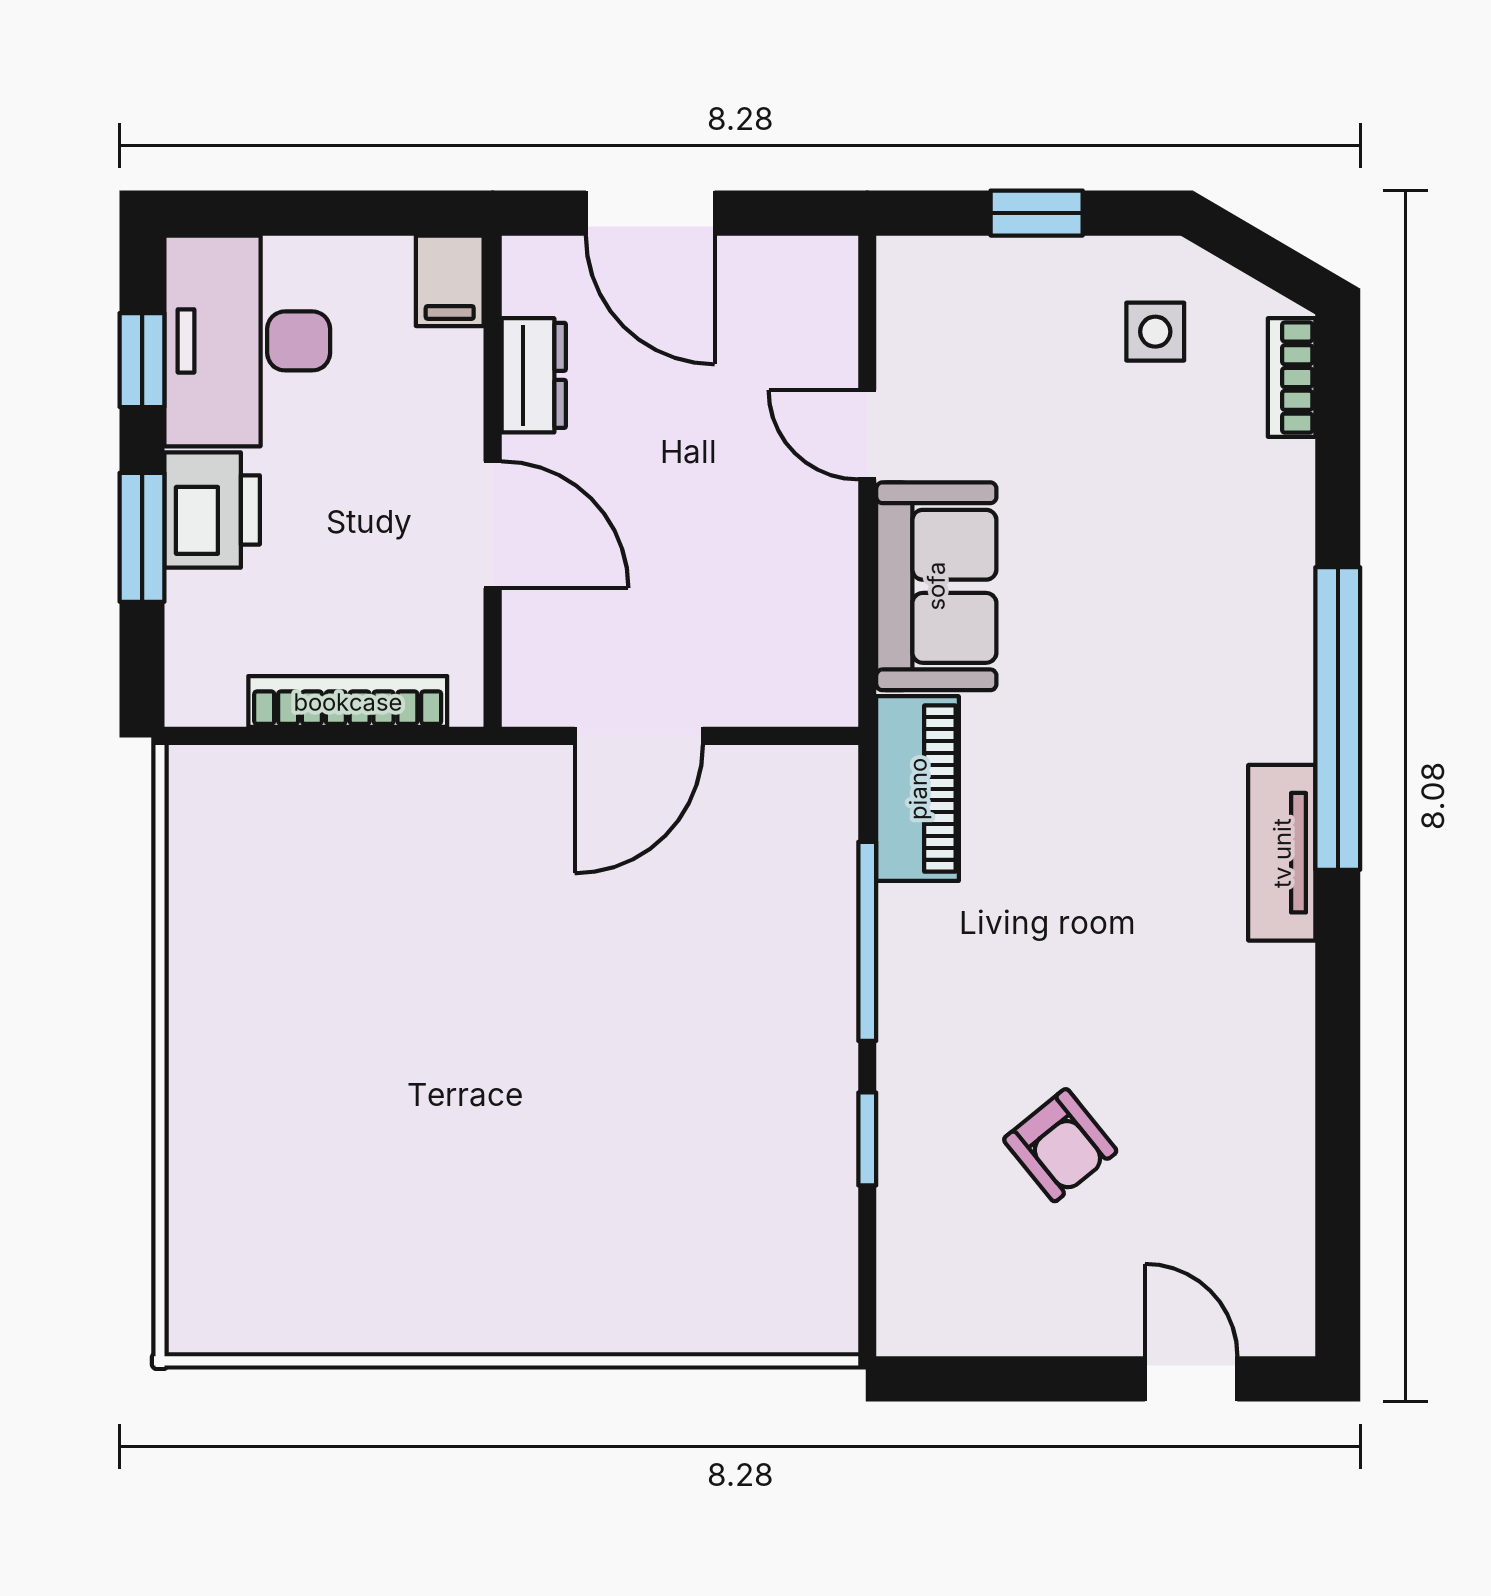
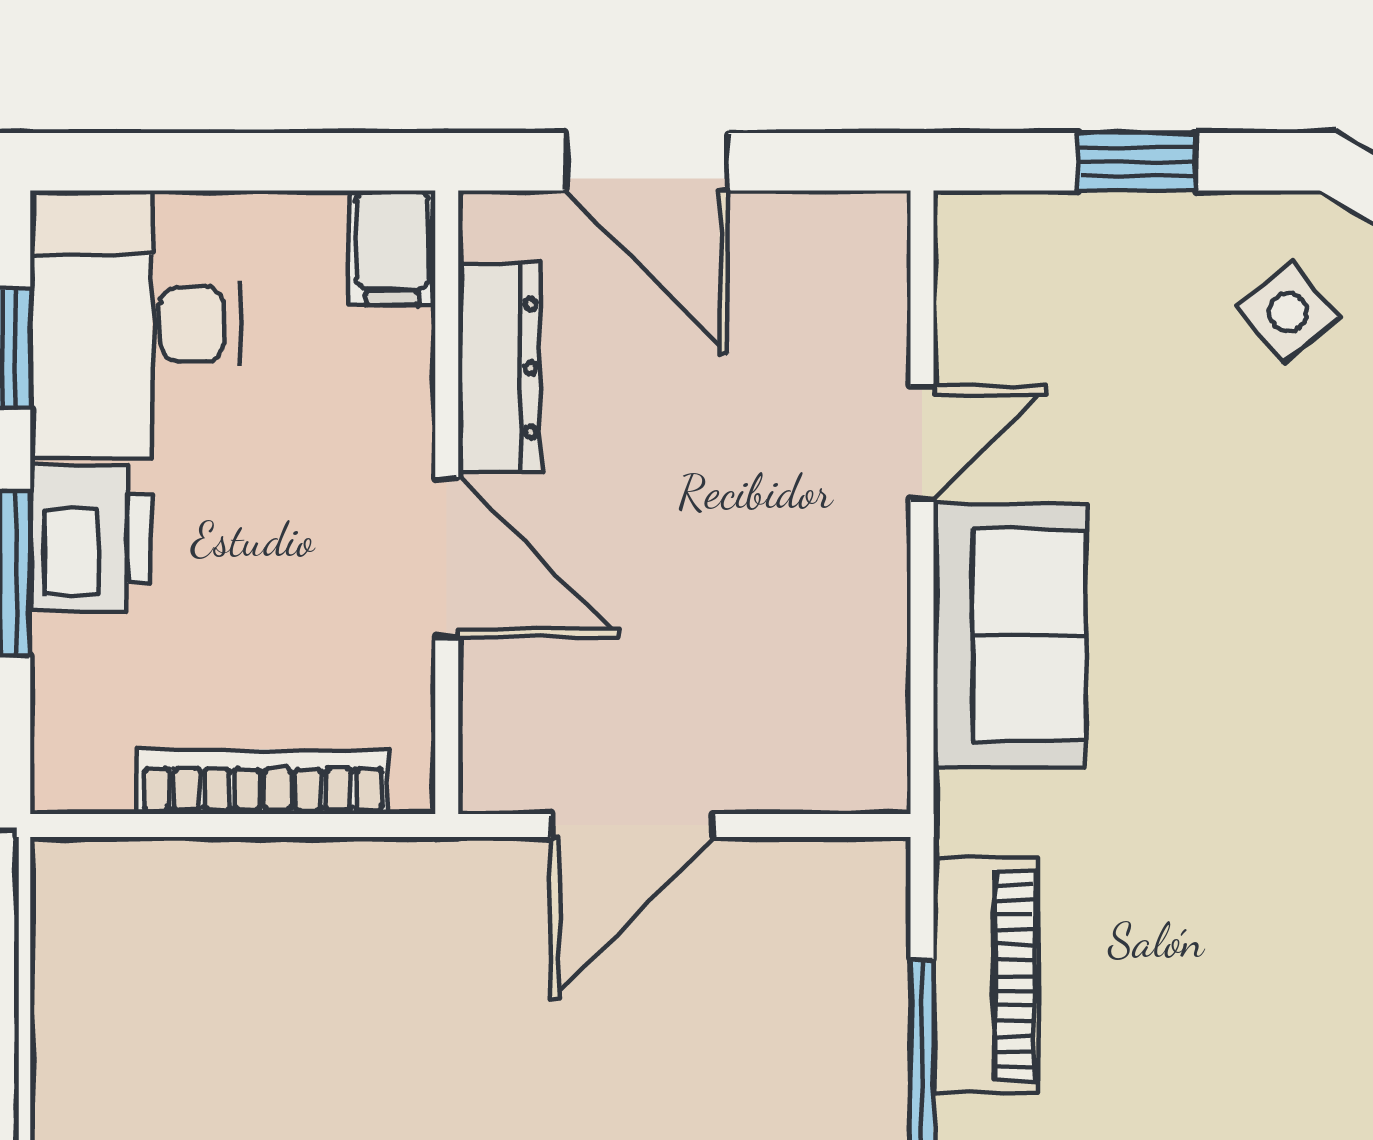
side table: (1155, 332) -> (1288, 312), turned -38
dresser: (534, 375) -> (499, 368), width x1.44
door: (867, 435) -> (922, 443), swing flipped
piano: (918, 789) -> (986, 975), moved

